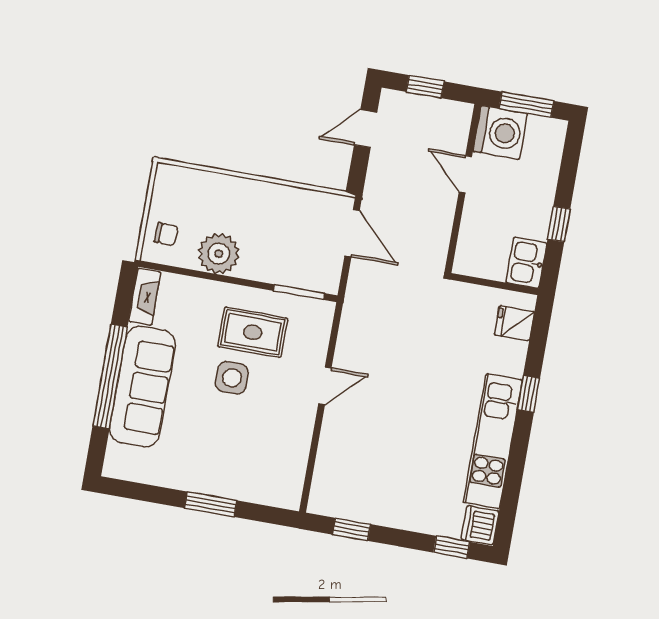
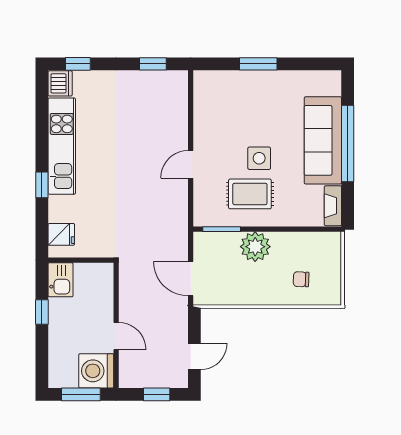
chair: (166, 234) -> (301, 279), moved
plant: (219, 254) -> (255, 247), moved

